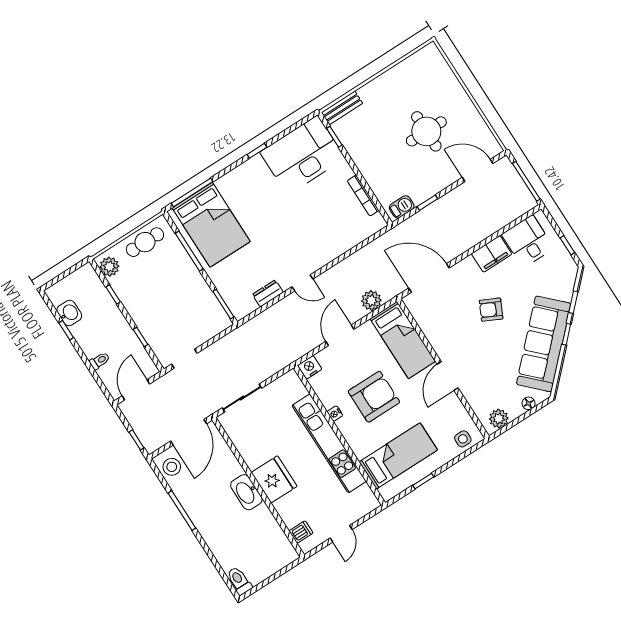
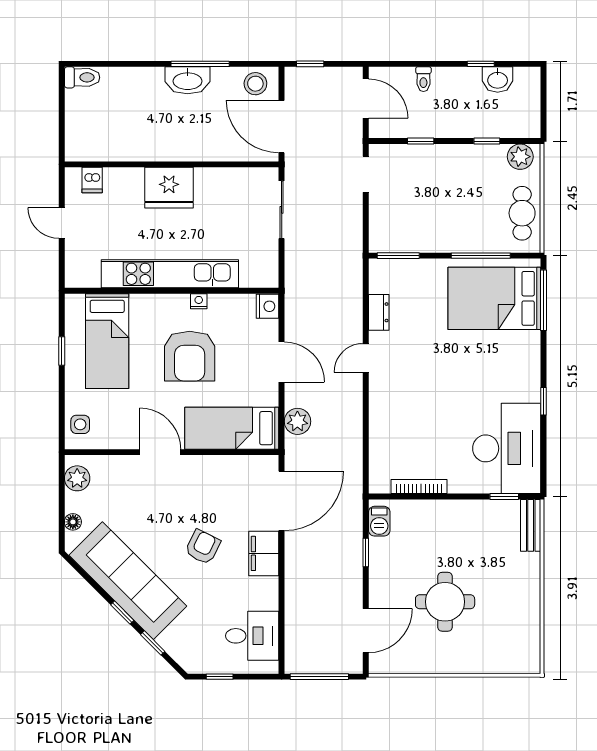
filing cabinet: (492, 254) -> (264, 553), moved
washbasin: (246, 492) -> (188, 80), moved, turned 180

